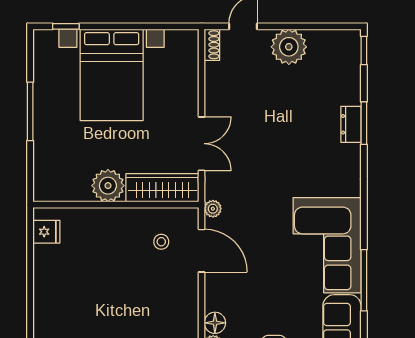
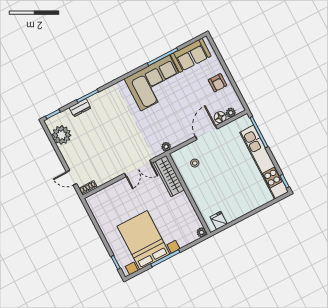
plant: (289, 47) -> (62, 135), moved
bed with nightstands: (112, 75) -> (143, 240), moved, turned -90
dresser: (351, 124) -> (80, 108), moved
double door: (202, 144) -> (138, 168), swing flipped
plant: (108, 186) -> (201, 232), moved, width x0.53, depth x0.53
door: (202, 251) -> (206, 133), moved

